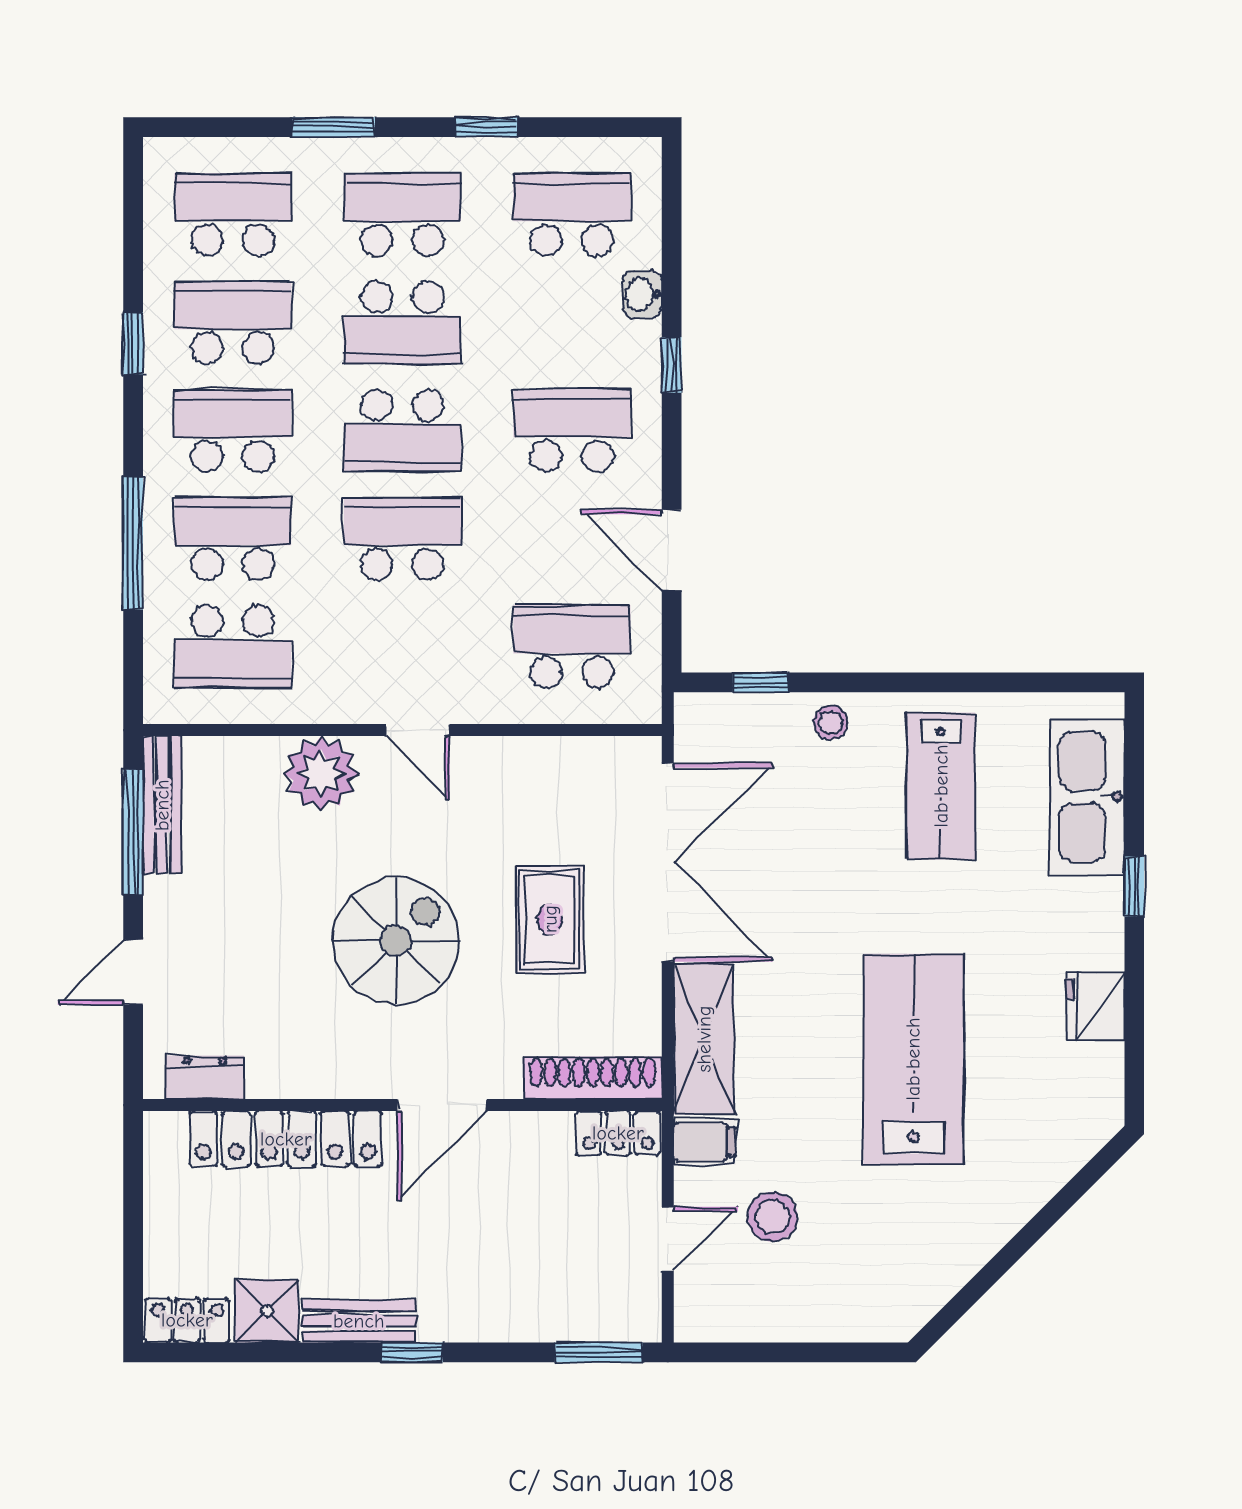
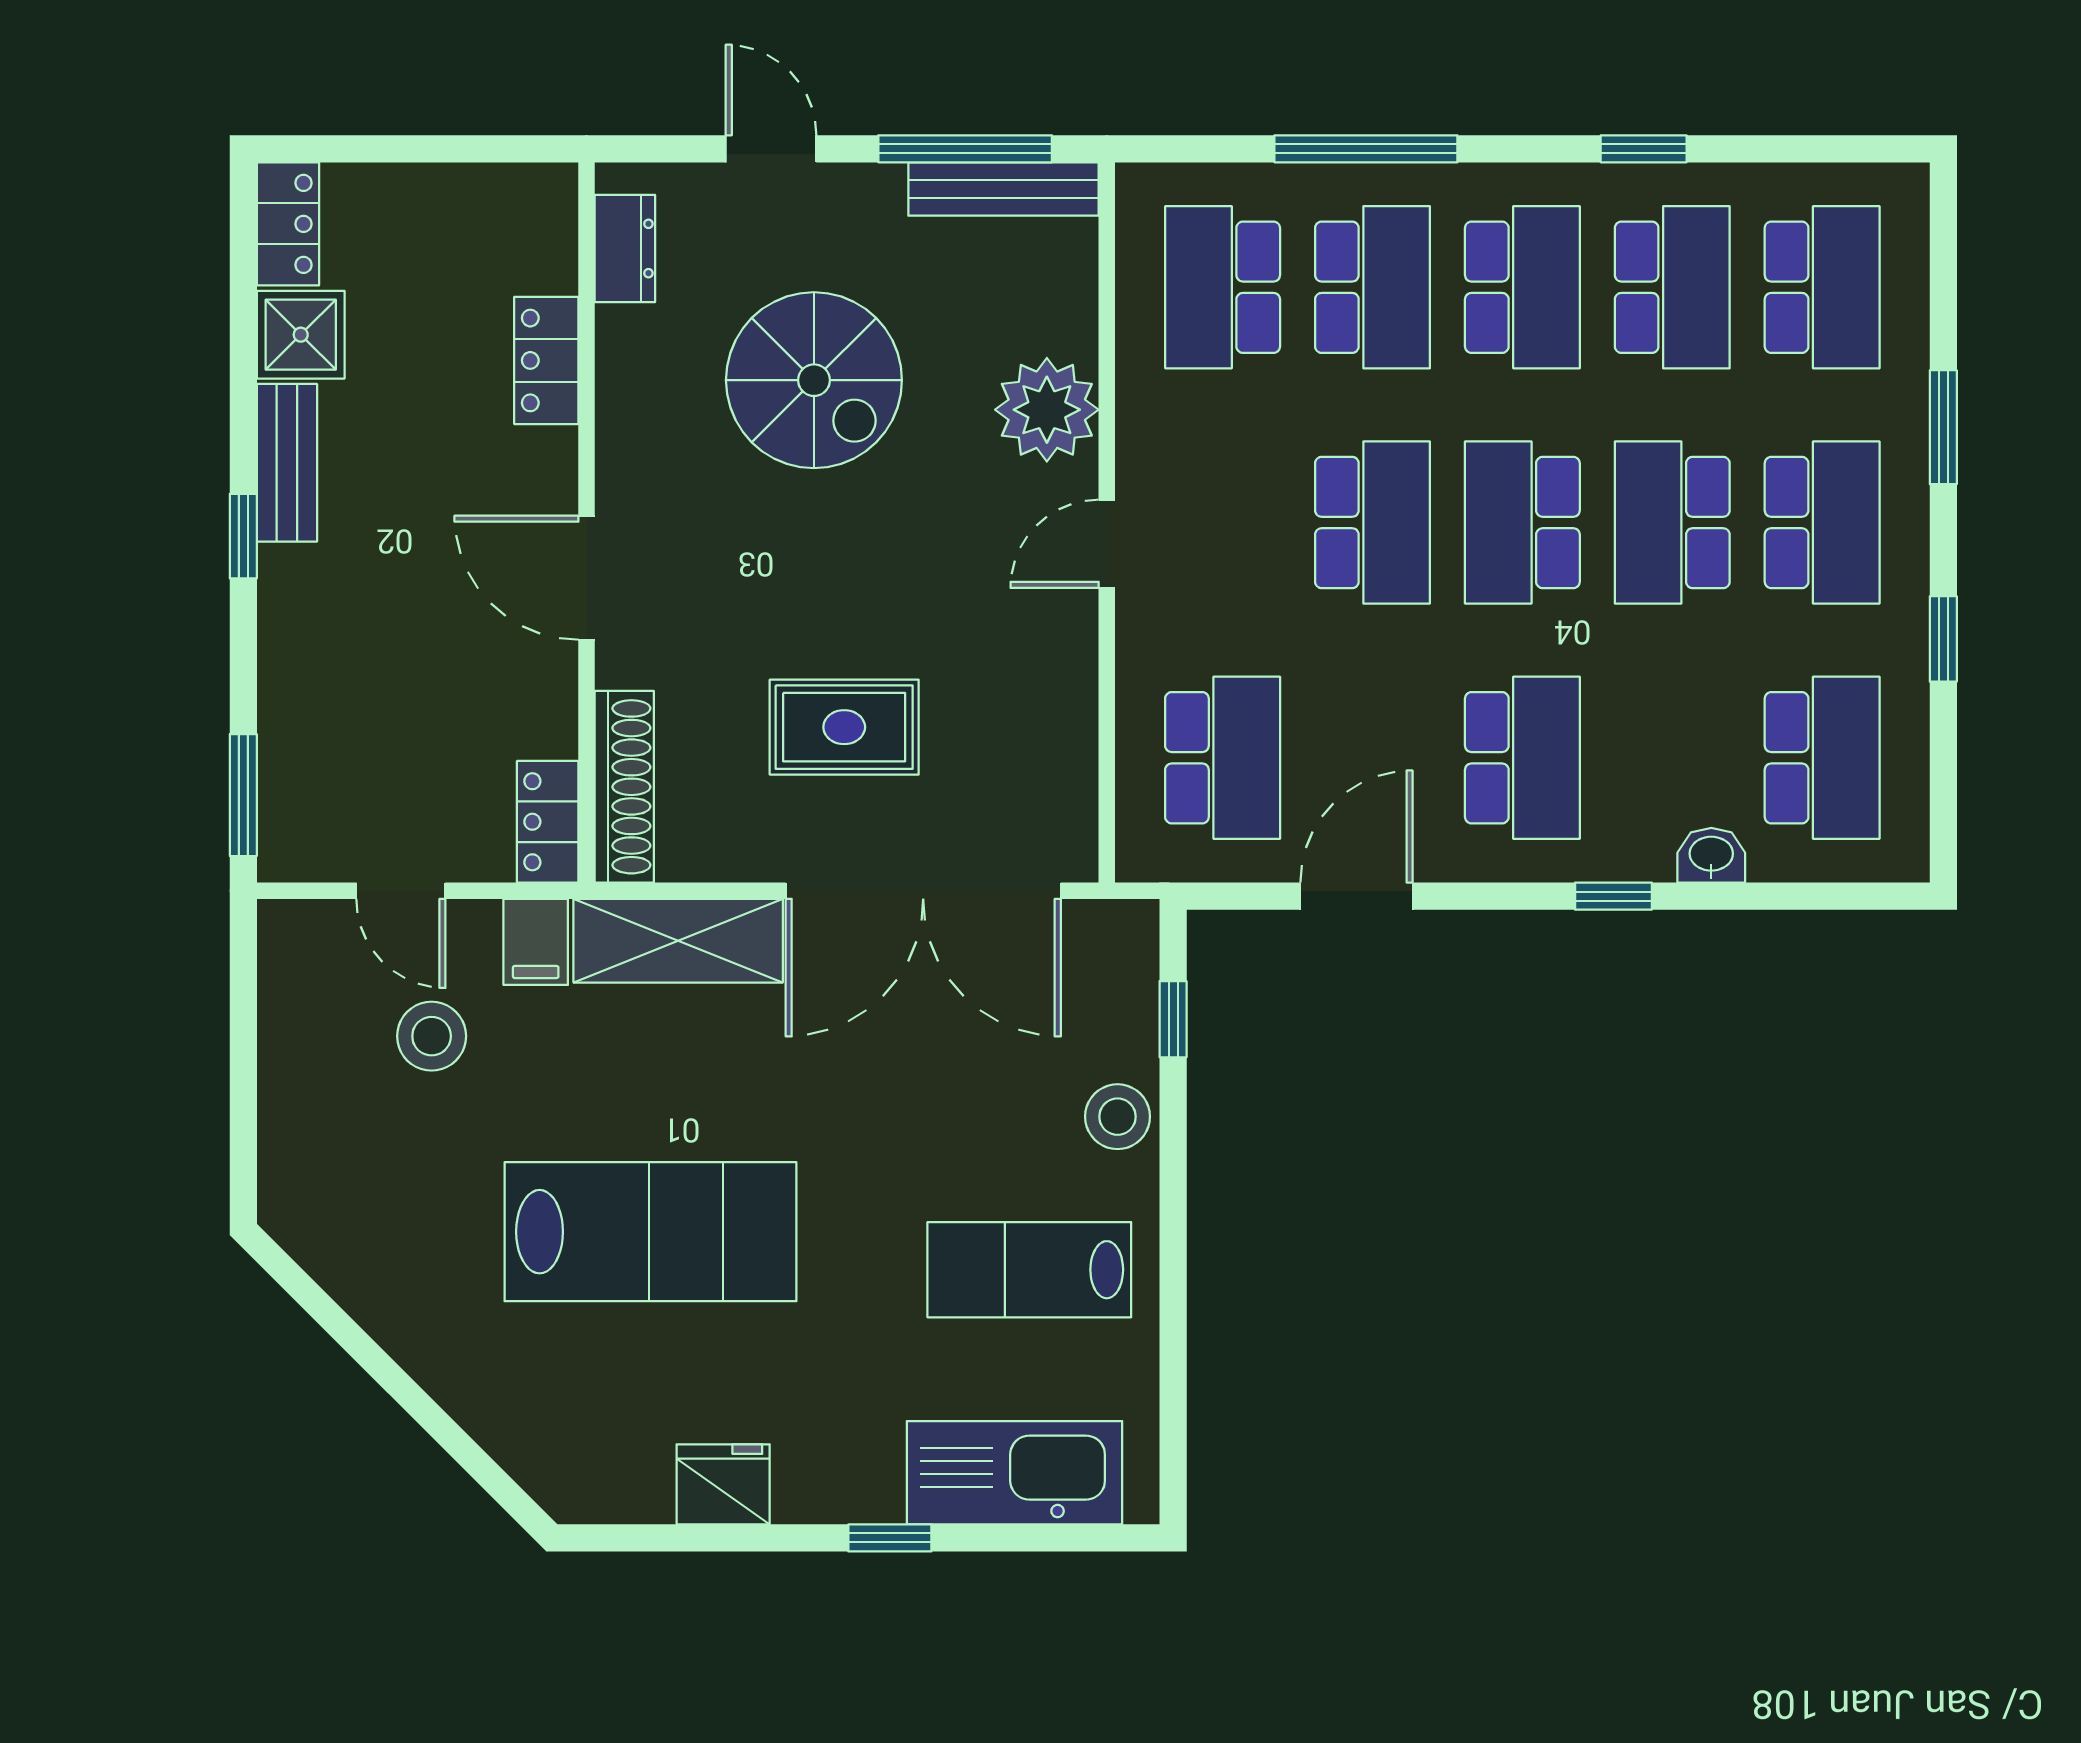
stool: (831, 722) -> (1118, 1117), width x1.37, depth x1.37
spiral stairs: (396, 941) -> (814, 380), moved
locker: (286, 1139) -> (546, 360), width x0.46, depth x0.83

